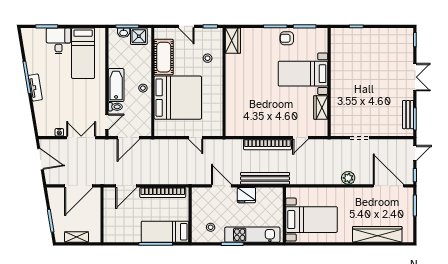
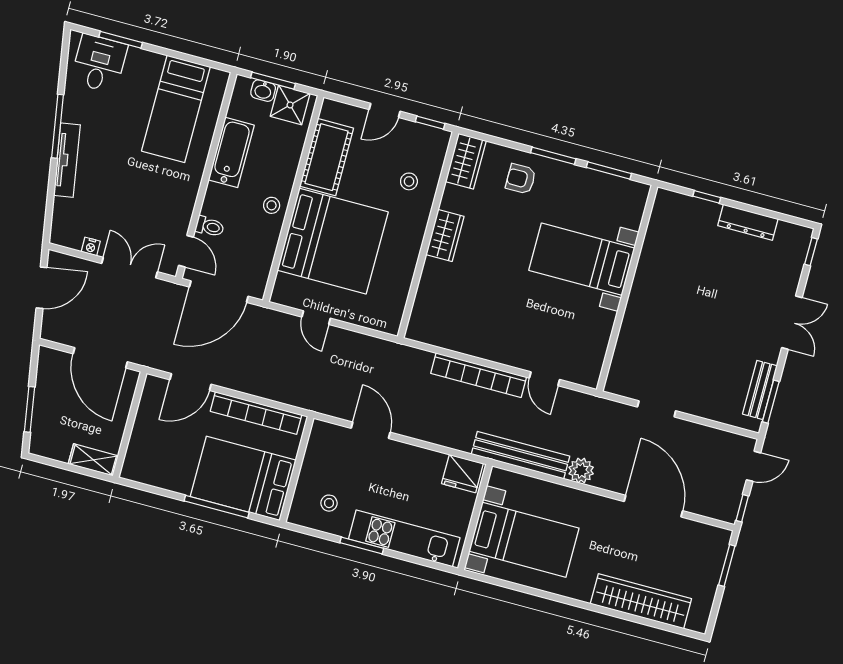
door: (186, 26) -> (385, 110), hinge flipped
dresser: (380, 34) -> (748, 222), added
armchair: (287, 38) -> (521, 179), moved
desk: (59, 41) -> (99, 63), moved
bathtub: (116, 85) -> (231, 152), moved
tv unit: (35, 88) -> (67, 160), width x1.41
wardrobe: (321, 107) -> (445, 235), moved, turned 180
door: (107, 122) -> (186, 251), hinge flipped
door: (128, 138) -> (219, 292), width x1.36
door: (196, 138) -> (316, 318), moved
door: (300, 138) -> (544, 379), hinge flipped
door: (40, 159) -> (42, 288), hinge flipped
bench: (265, 178) -> (520, 455), moved
plant: (348, 178) -> (581, 471), moved
door: (79, 186) -> (100, 358), hinge flipped
door: (388, 186) -> (653, 506), moved
fridge: (246, 195) -> (462, 474), moved
bed: (165, 232) -> (243, 478), width x1.50
shelving: (76, 237) -> (93, 460), moved

